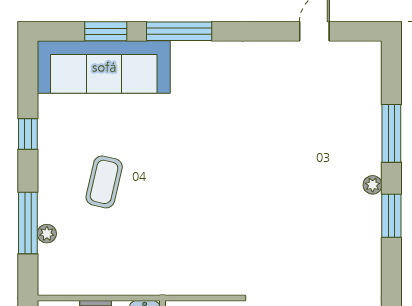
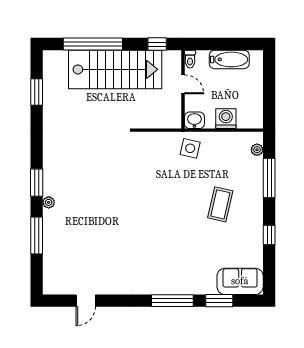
sofa: (104, 67) -> (240, 281), width x0.54, depth x0.79
plant: (47, 234) -> (257, 150), moved
side table: (151, 270) -> (190, 148), added

